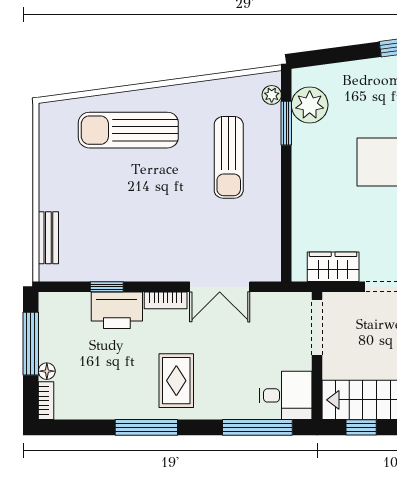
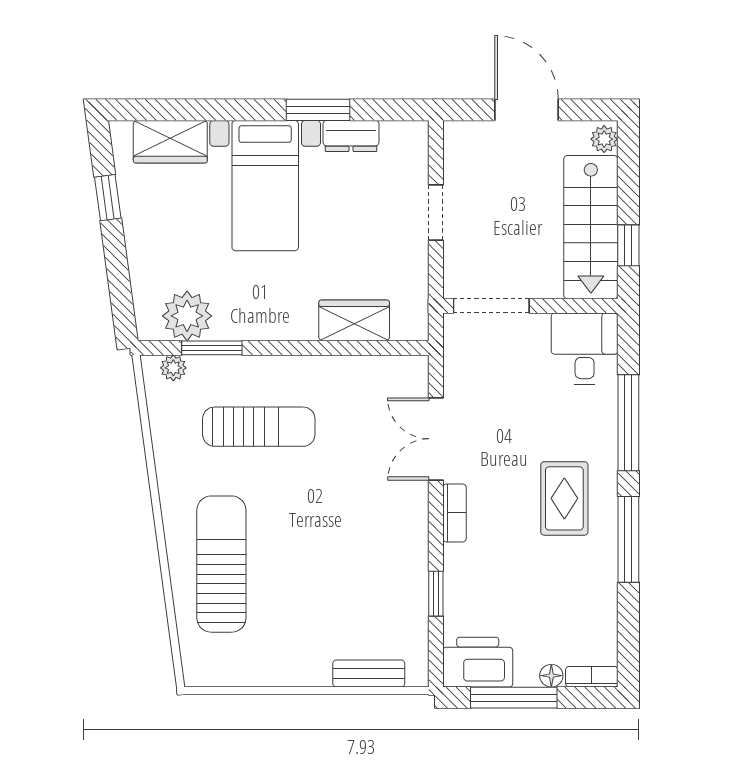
sun lounger: (128, 130) -> (221, 564), turned 180
wardrobe: (333, 267) -> (354, 320), moved, turned 90
double door: (220, 287) -> (436, 439), swing flipped
printer: (117, 310) -> (478, 662), moved, turned -90
rug: (176, 381) -> (564, 498), turned 90
window: (257, 427) -> (628, 423), moved

